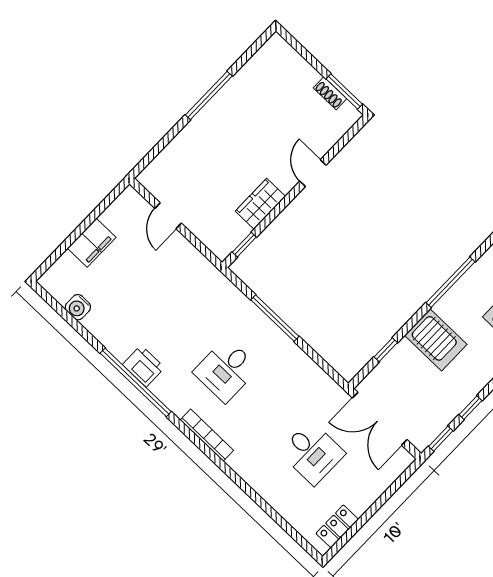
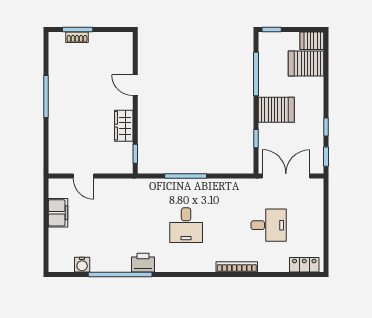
window: (344, 91) -> (78, 30), moved
shoe rack: (330, 93) -> (77, 37), moved
filing cabinet: (92, 243) -> (58, 213), moved
window: (136, 382) -> (120, 274), moved
double door: (380, 419) -> (286, 176), swing flipped
bookcase: (207, 435) -> (237, 267), moved
locker: (337, 526) -> (304, 265), moved, turned 90

